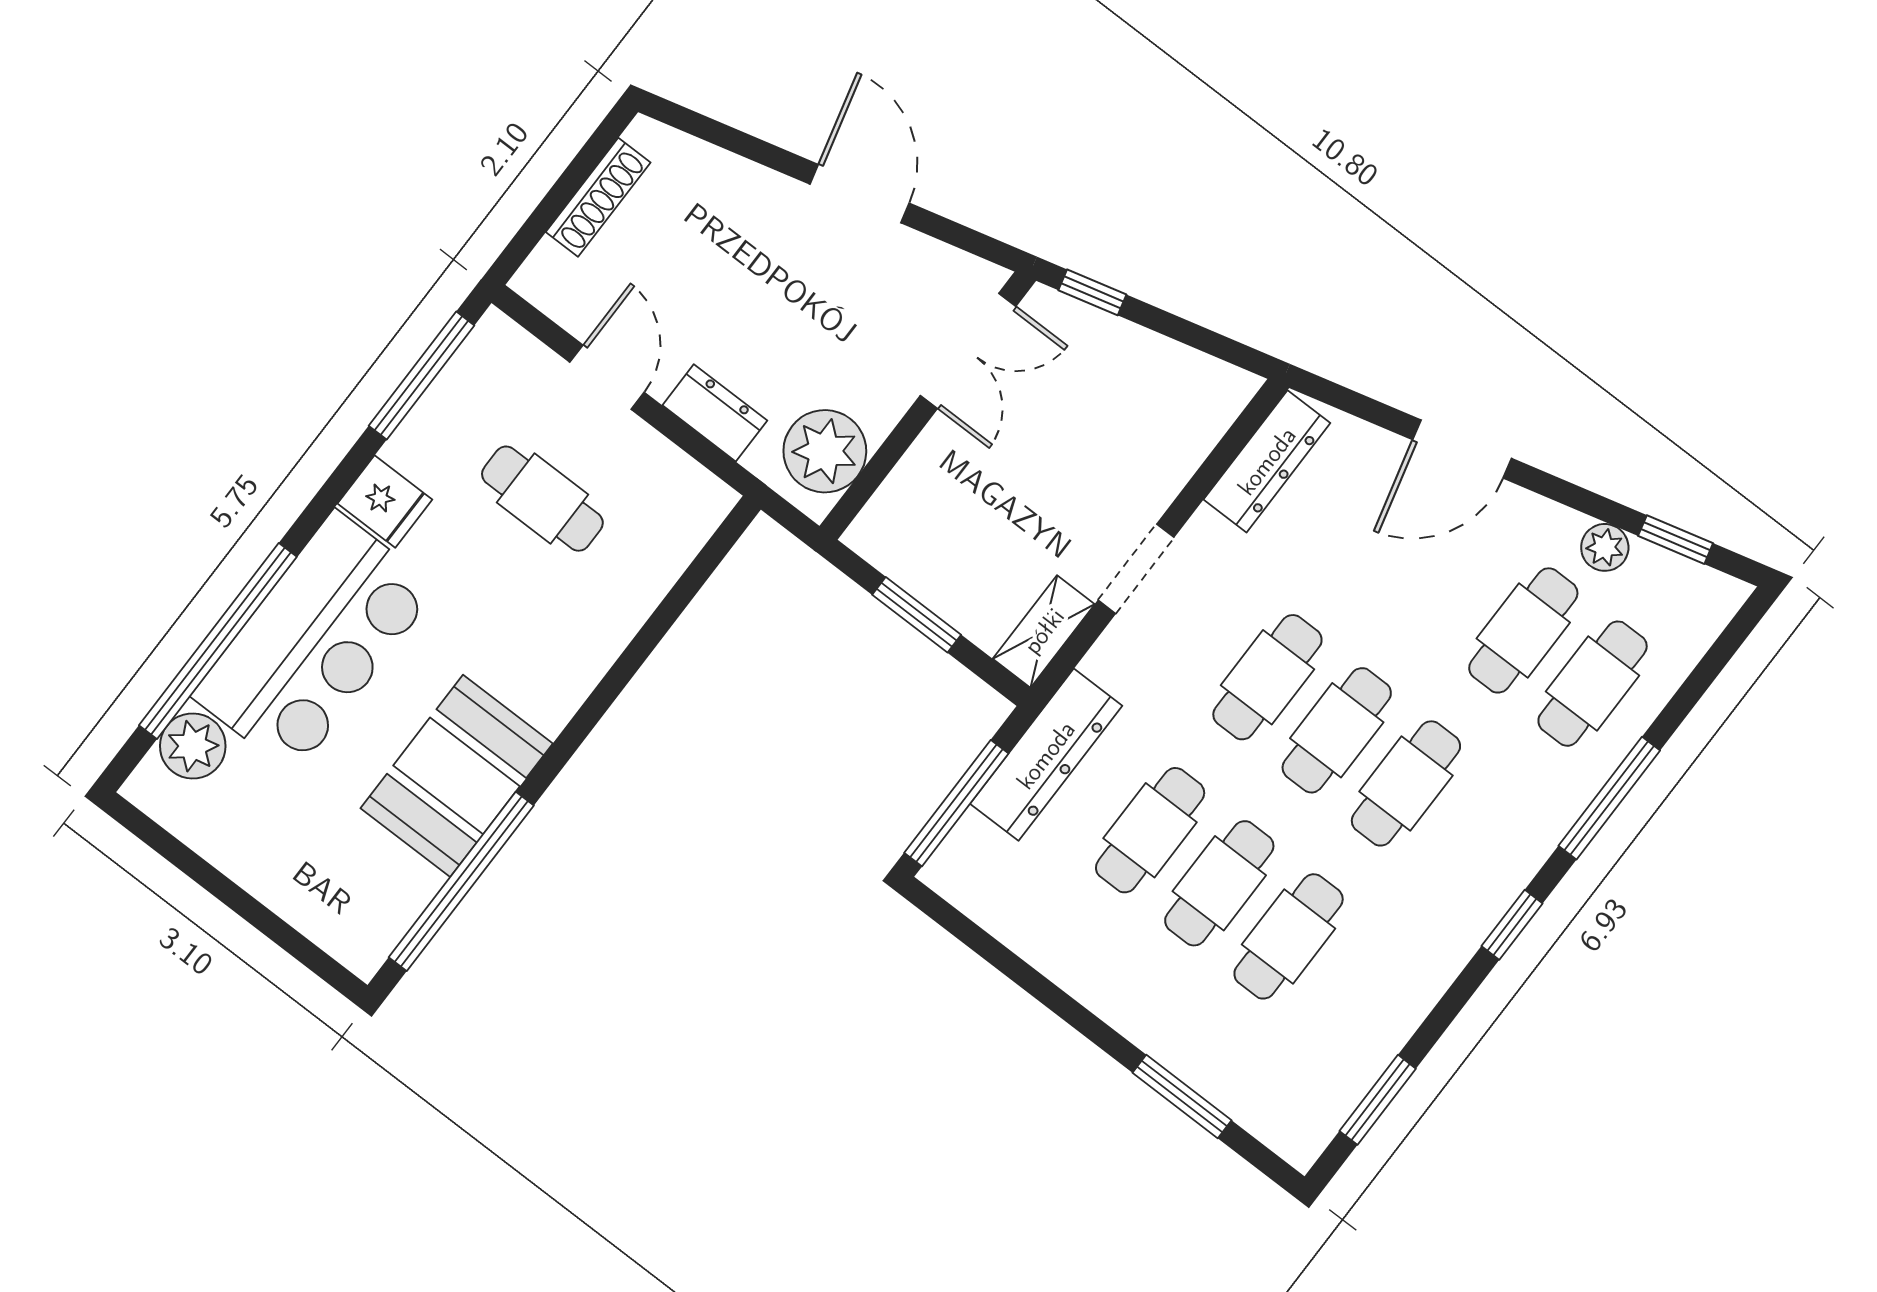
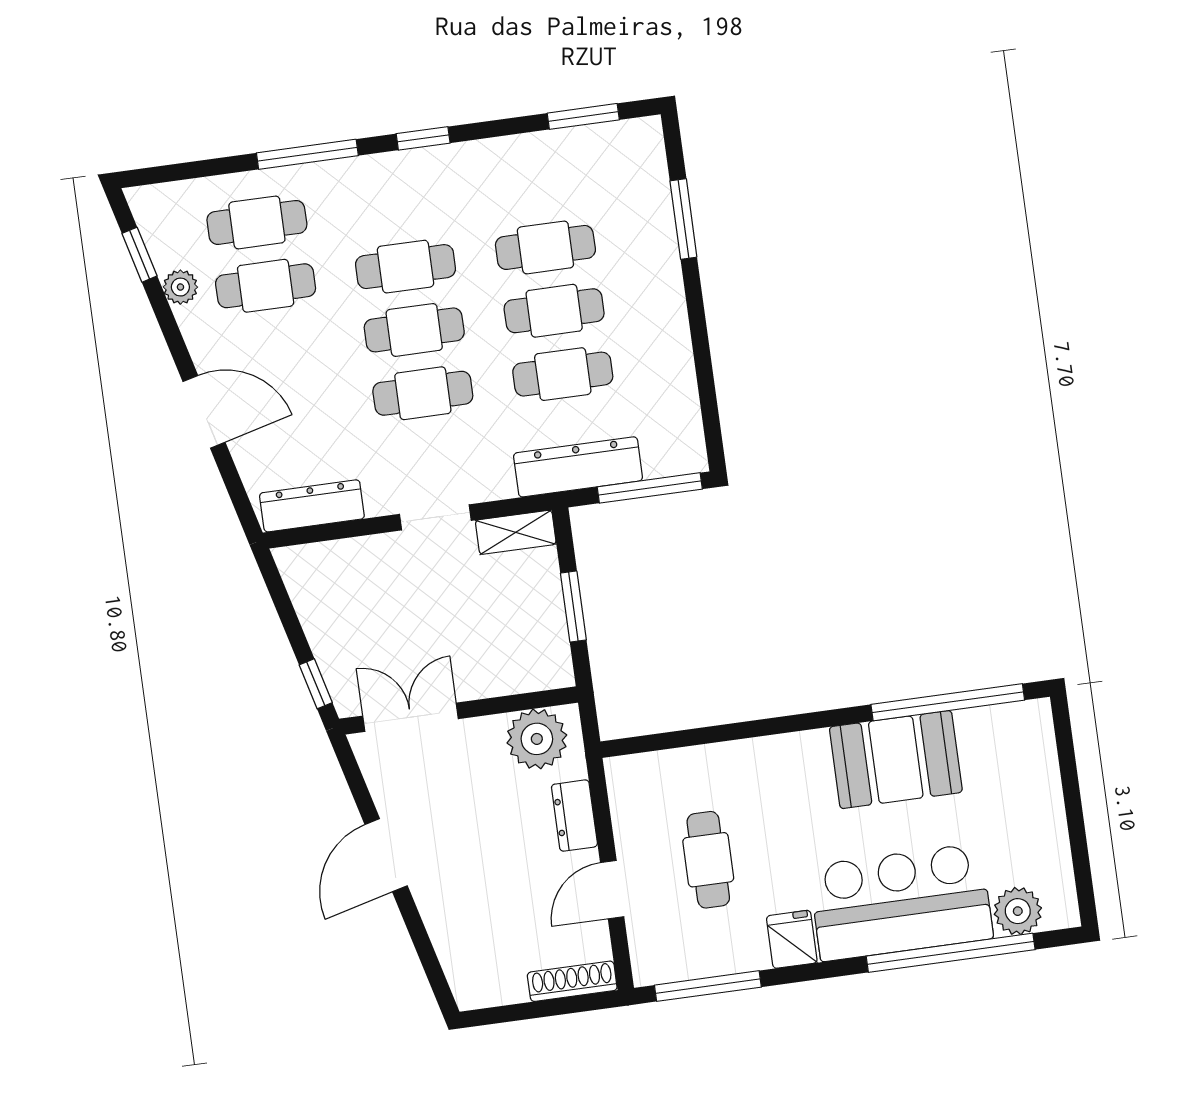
shoe rack: (598, 197) -> (572, 981), moved

